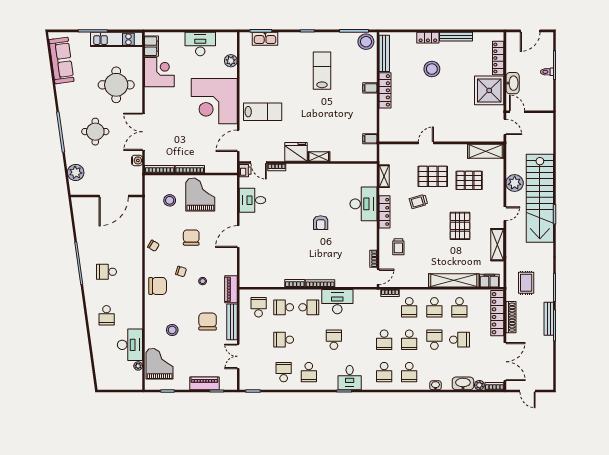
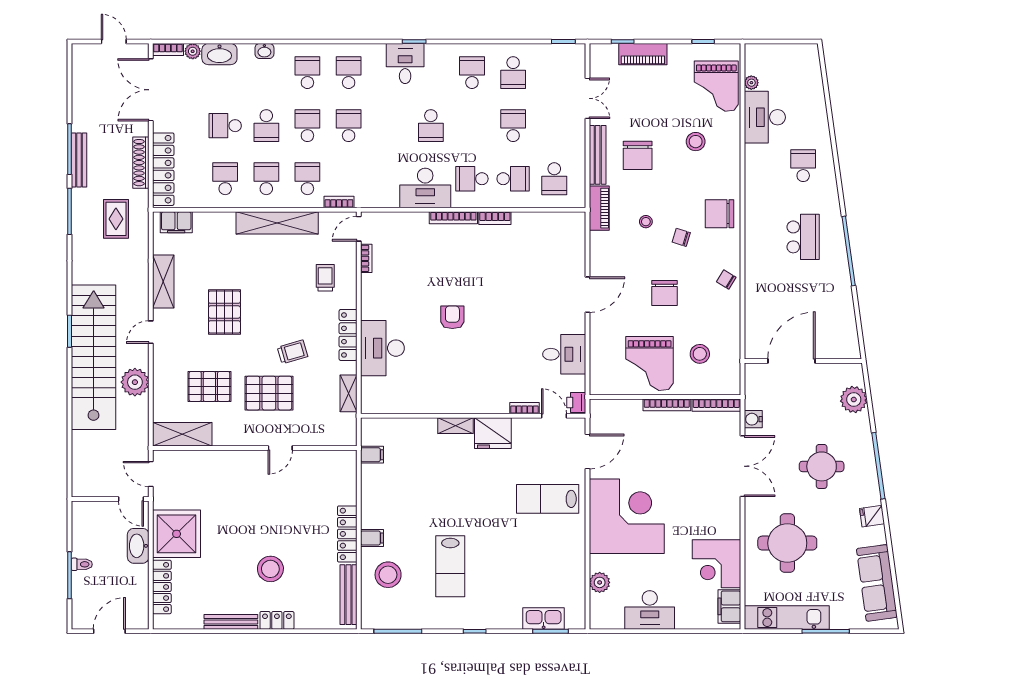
stool: (366, 42) -> (388, 575), moved
fridge: (64, 101) -> (872, 516), added
school desk: (107, 272) -> (803, 237), width x1.85
shelving: (454, 280) -> (277, 223), moved
school desk: (284, 340) -> (513, 126), turned -90

